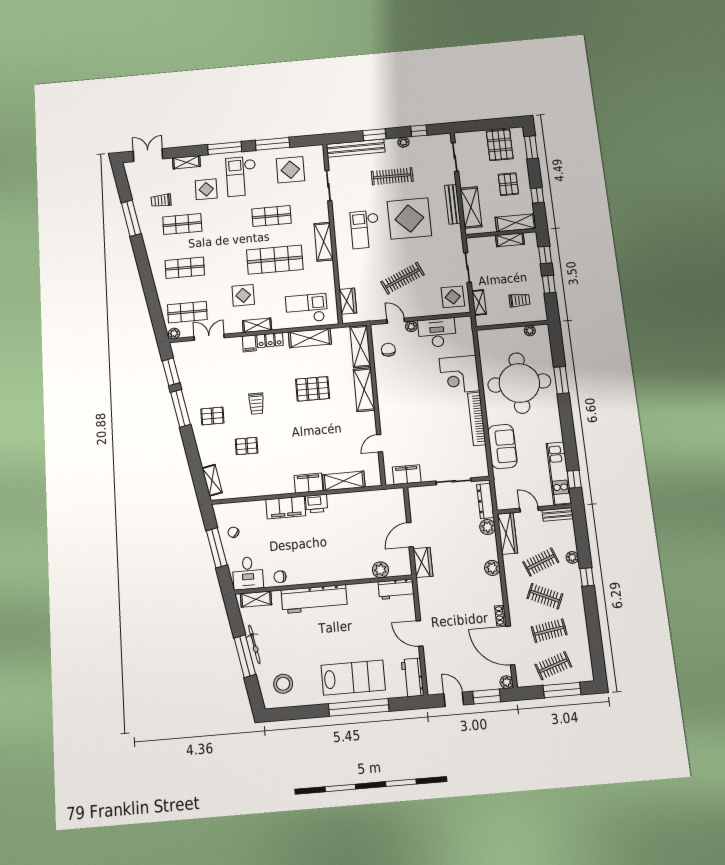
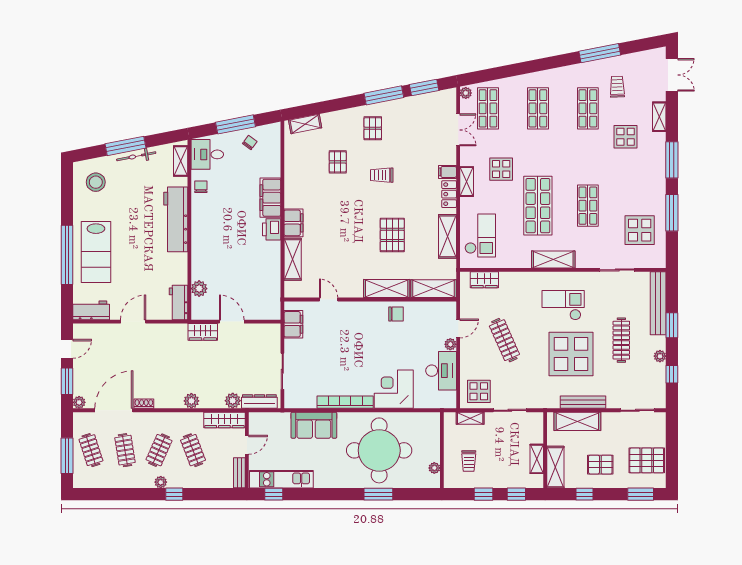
checkout: (241, 176) -> (637, 176), removed
chair: (388, 350) -> (396, 314), moved
plant: (572, 557) -> (161, 482), moved

